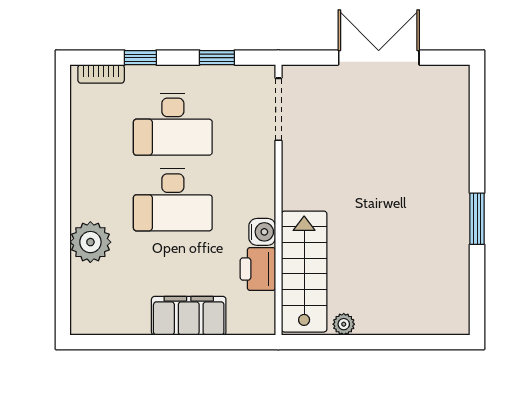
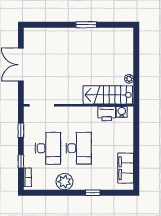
water cooler: (262, 232) -> (122, 112), moved
window: (63, 235) -> (93, 193), added
plant: (90, 242) -> (64, 182), moved
filing cabinet: (189, 316) -> (126, 168), moved

